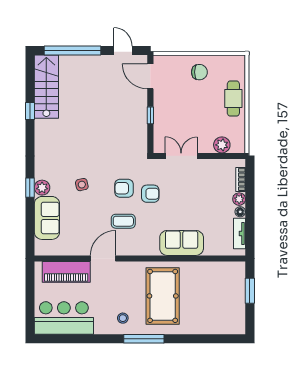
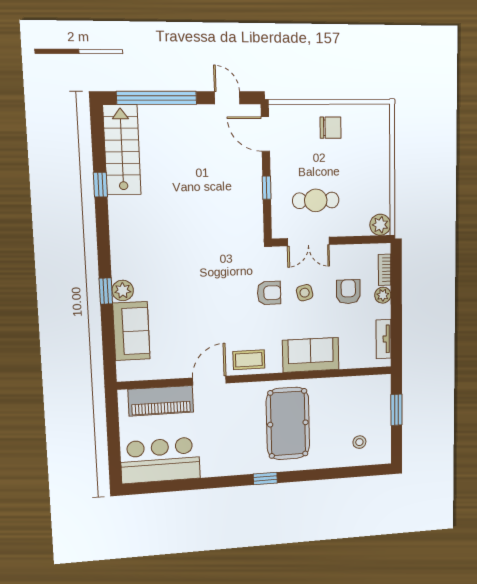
cafe table: (233, 99) -> (316, 200), moved, turned 90
plant: (222, 145) -> (380, 225), moved
double door: (181, 156) -> (308, 241), swing flipped
side table: (82, 185) -> (305, 293), moved
armchair: (124, 188) -> (348, 292), moved, turned 90
floor lamp: (240, 212) -> (384, 311), removed
coffee table: (123, 221) -> (249, 360), moved
stool: (123, 318) -> (359, 442), moved
window: (144, 339) -> (265, 479), width x0.46

